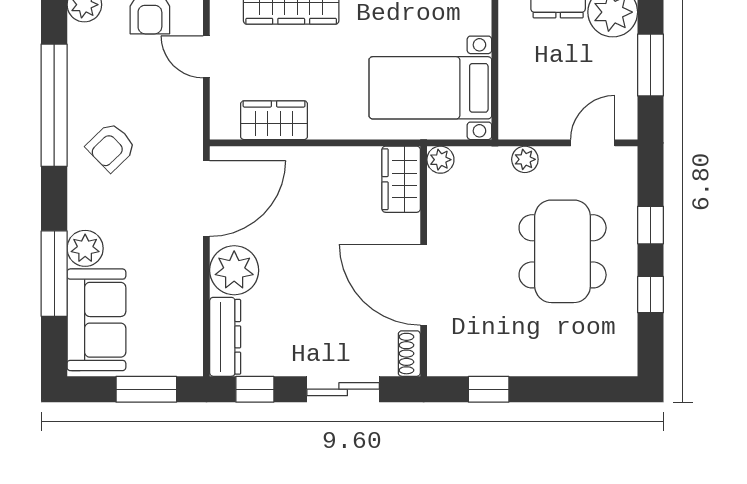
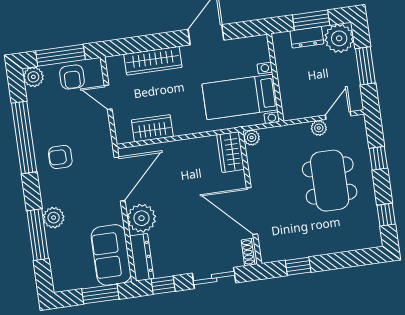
armchair: (111, 147) -> (60, 157), turned 44
plant: (525, 159) -> (319, 128), moved
window: (651, 295) -> (386, 215), moved
sofa: (96, 320) -> (111, 255), moved, turned 180

